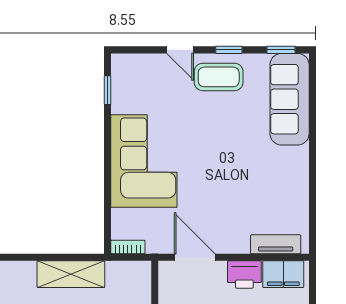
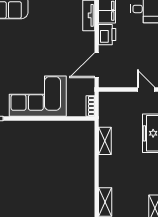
shelving: (71, 274) -> (105, 141), width x0.67, depth x0.75

